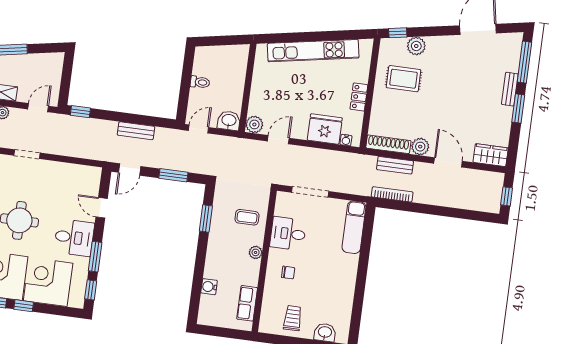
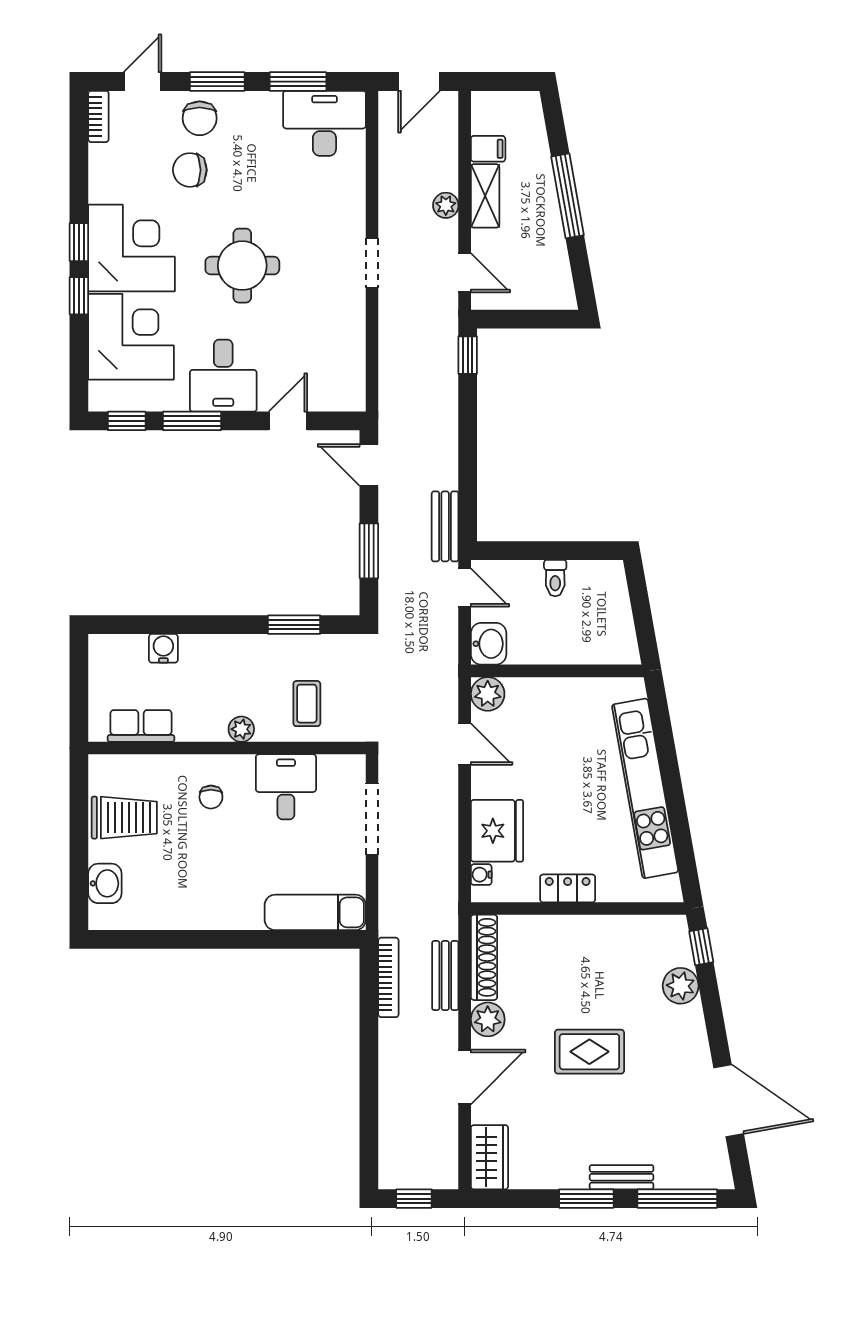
rug: (404, 79) -> (589, 1052), moved, turned 90
bench: (136, 131) -> (445, 526), moved
trolley: (293, 318) -> (124, 818), width x1.36, depth x1.39

